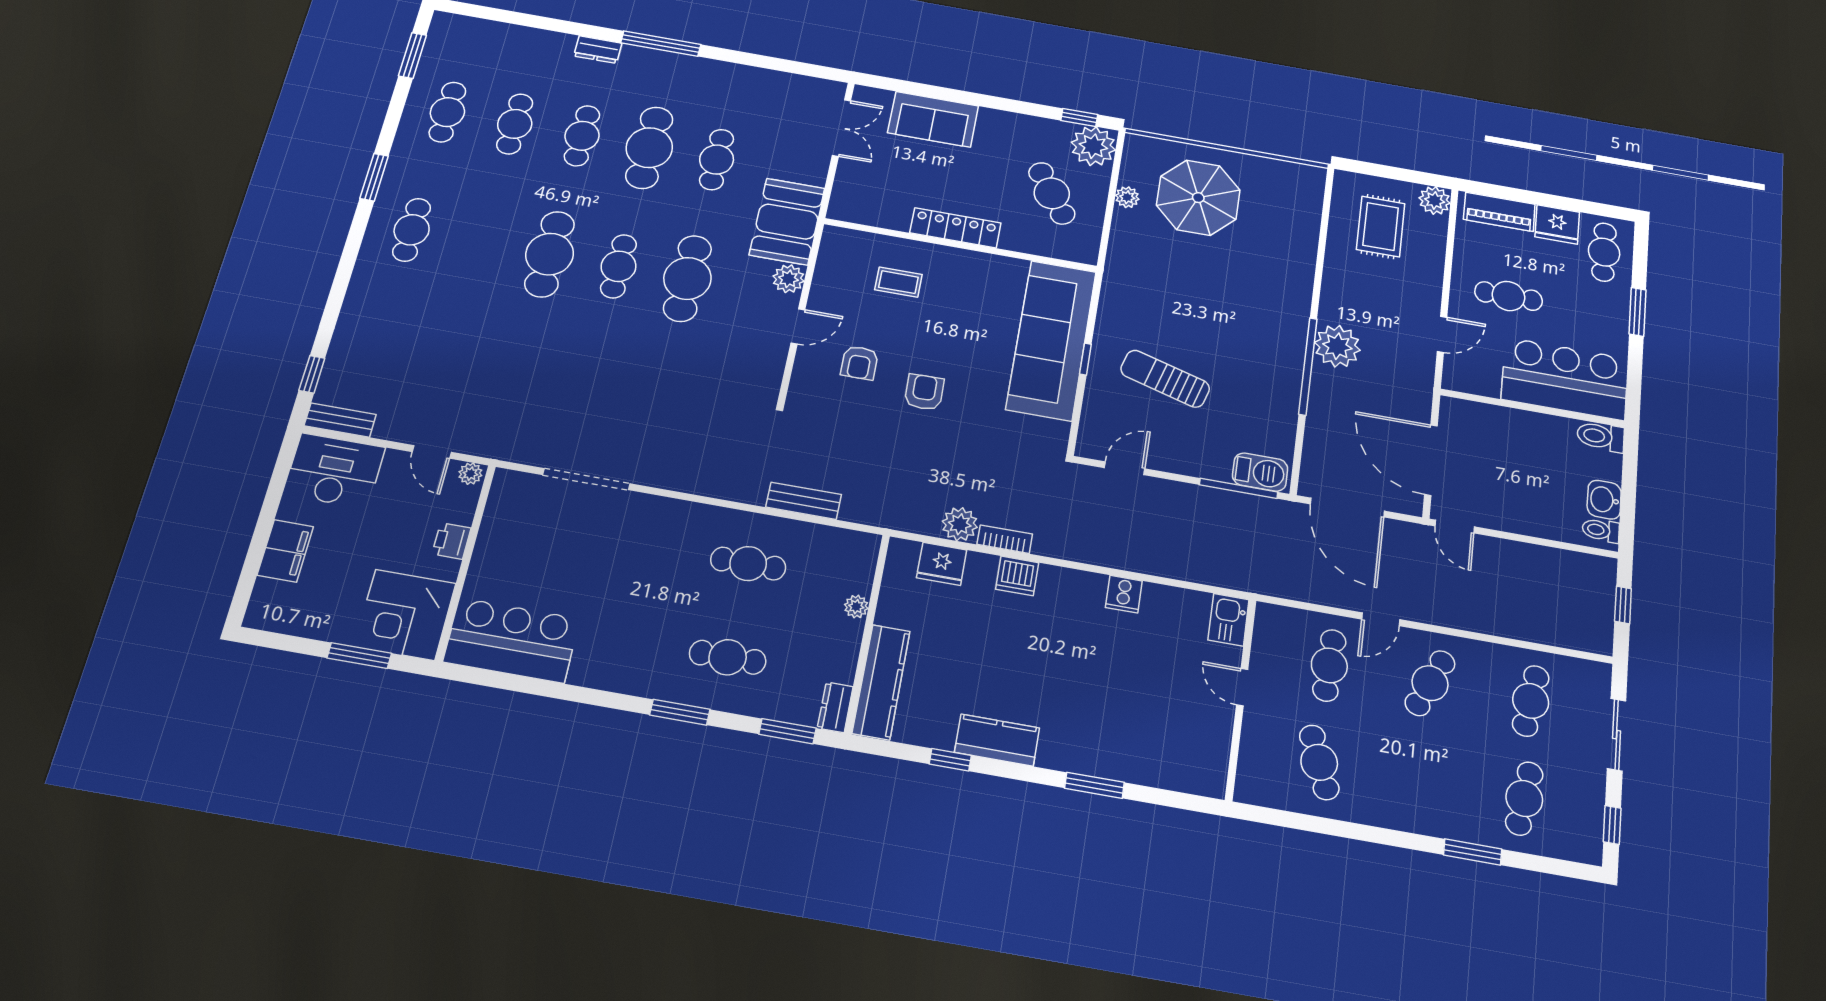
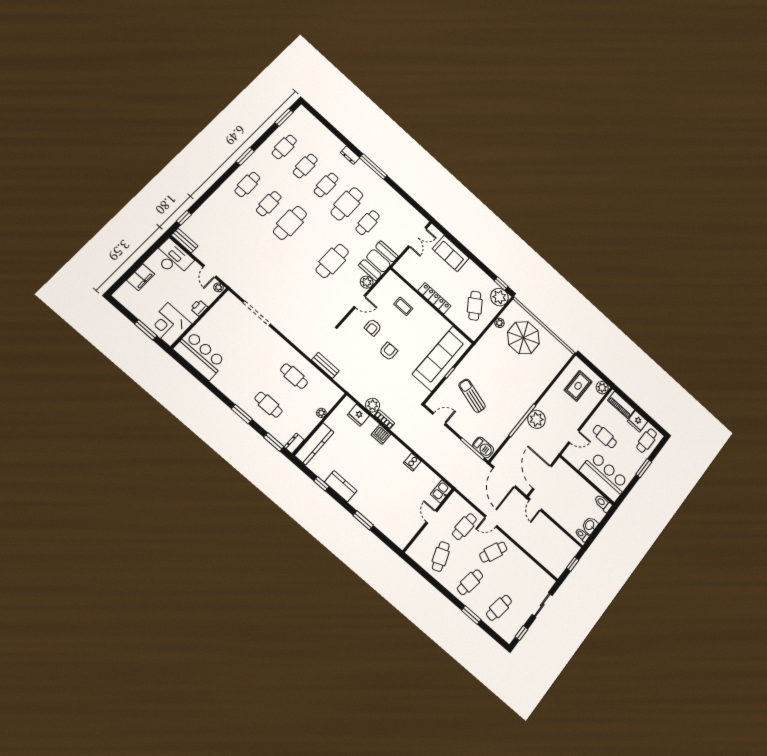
cafe table: (619, 266) -> (269, 204), moved
cafe table: (1531, 701) -> (470, 582), moved

